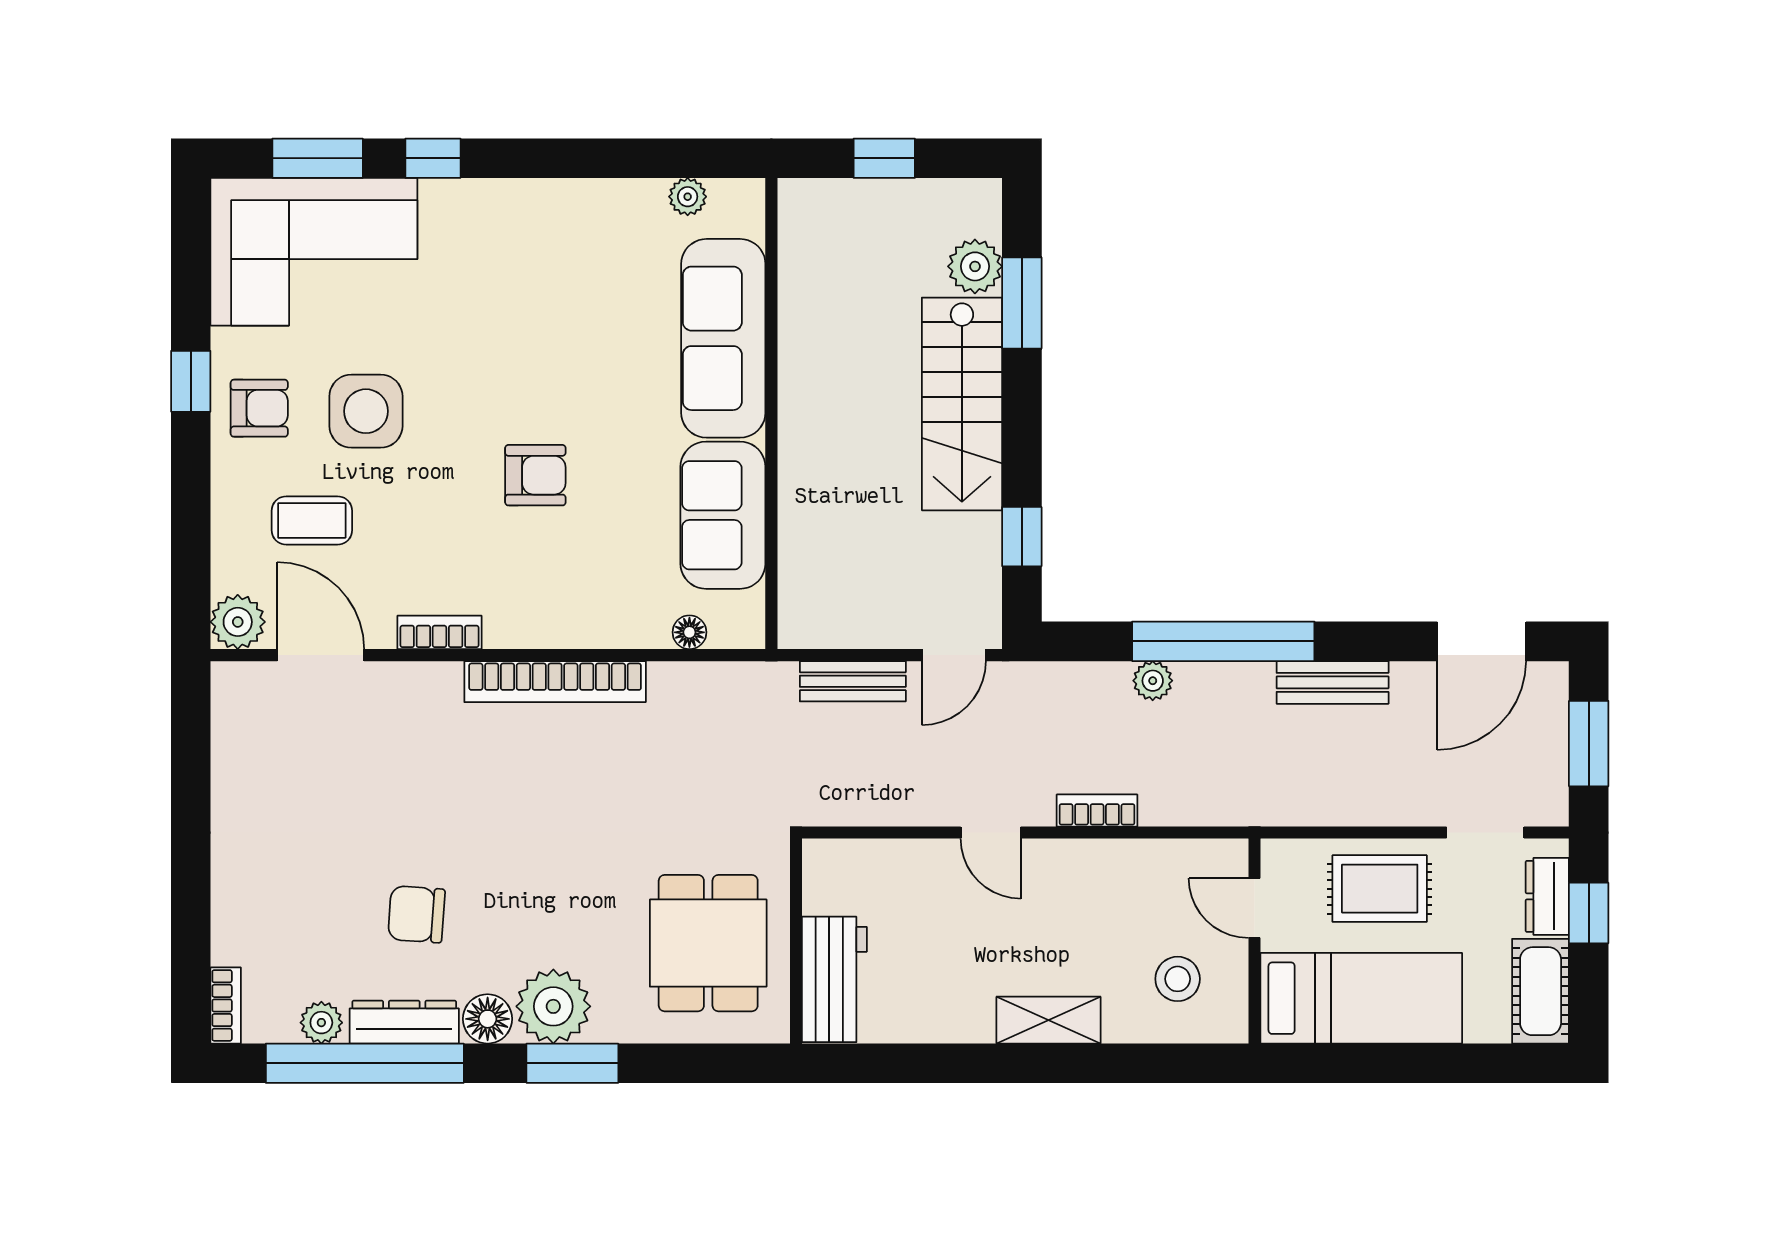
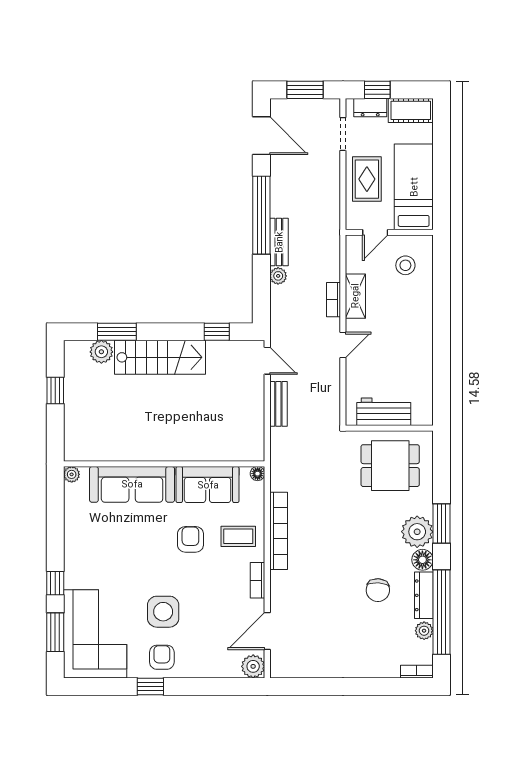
sofa: (723, 338) -> (132, 484), moved
wall: (771, 414) -> (164, 464), moved
sofa: (723, 515) -> (208, 485), moved
coffee table: (312, 520) -> (238, 536), moved, turned 90
window: (1223, 641) -> (261, 215), moved
bench: (1333, 682) -> (279, 242), moved
workbench: (834, 979) -> (384, 412), moved
shelving: (1048, 1020) -> (355, 296), moved

